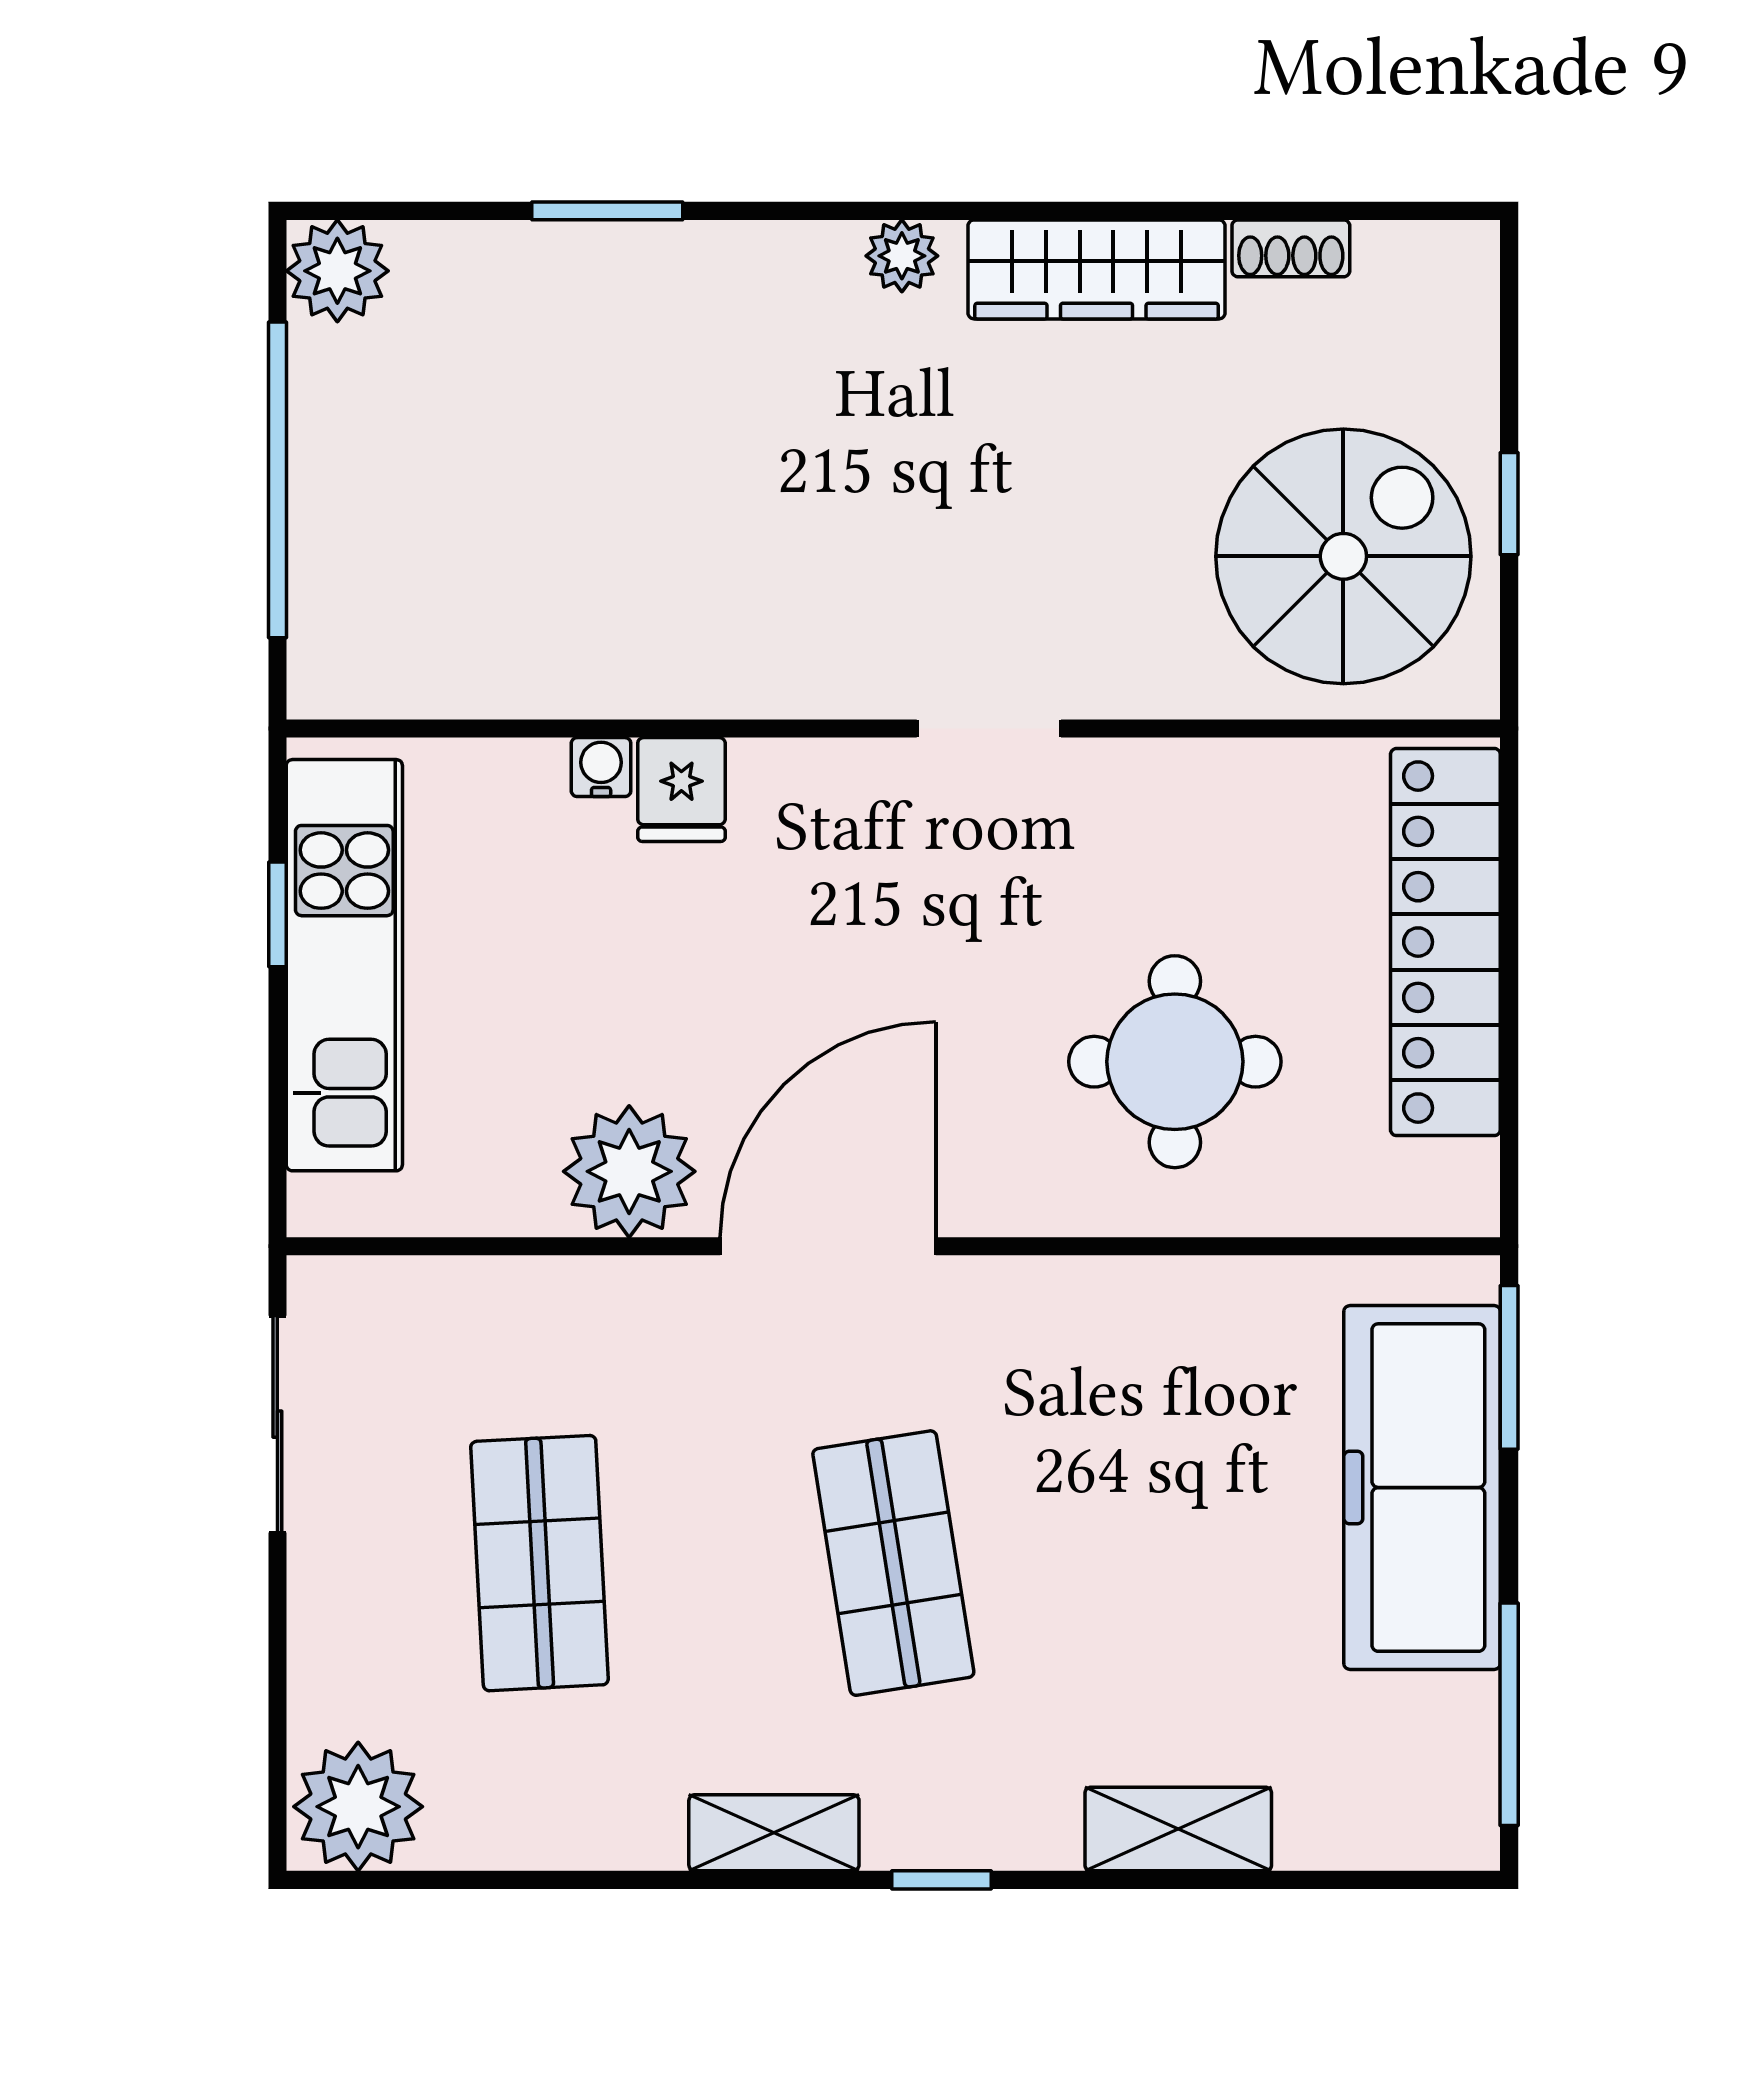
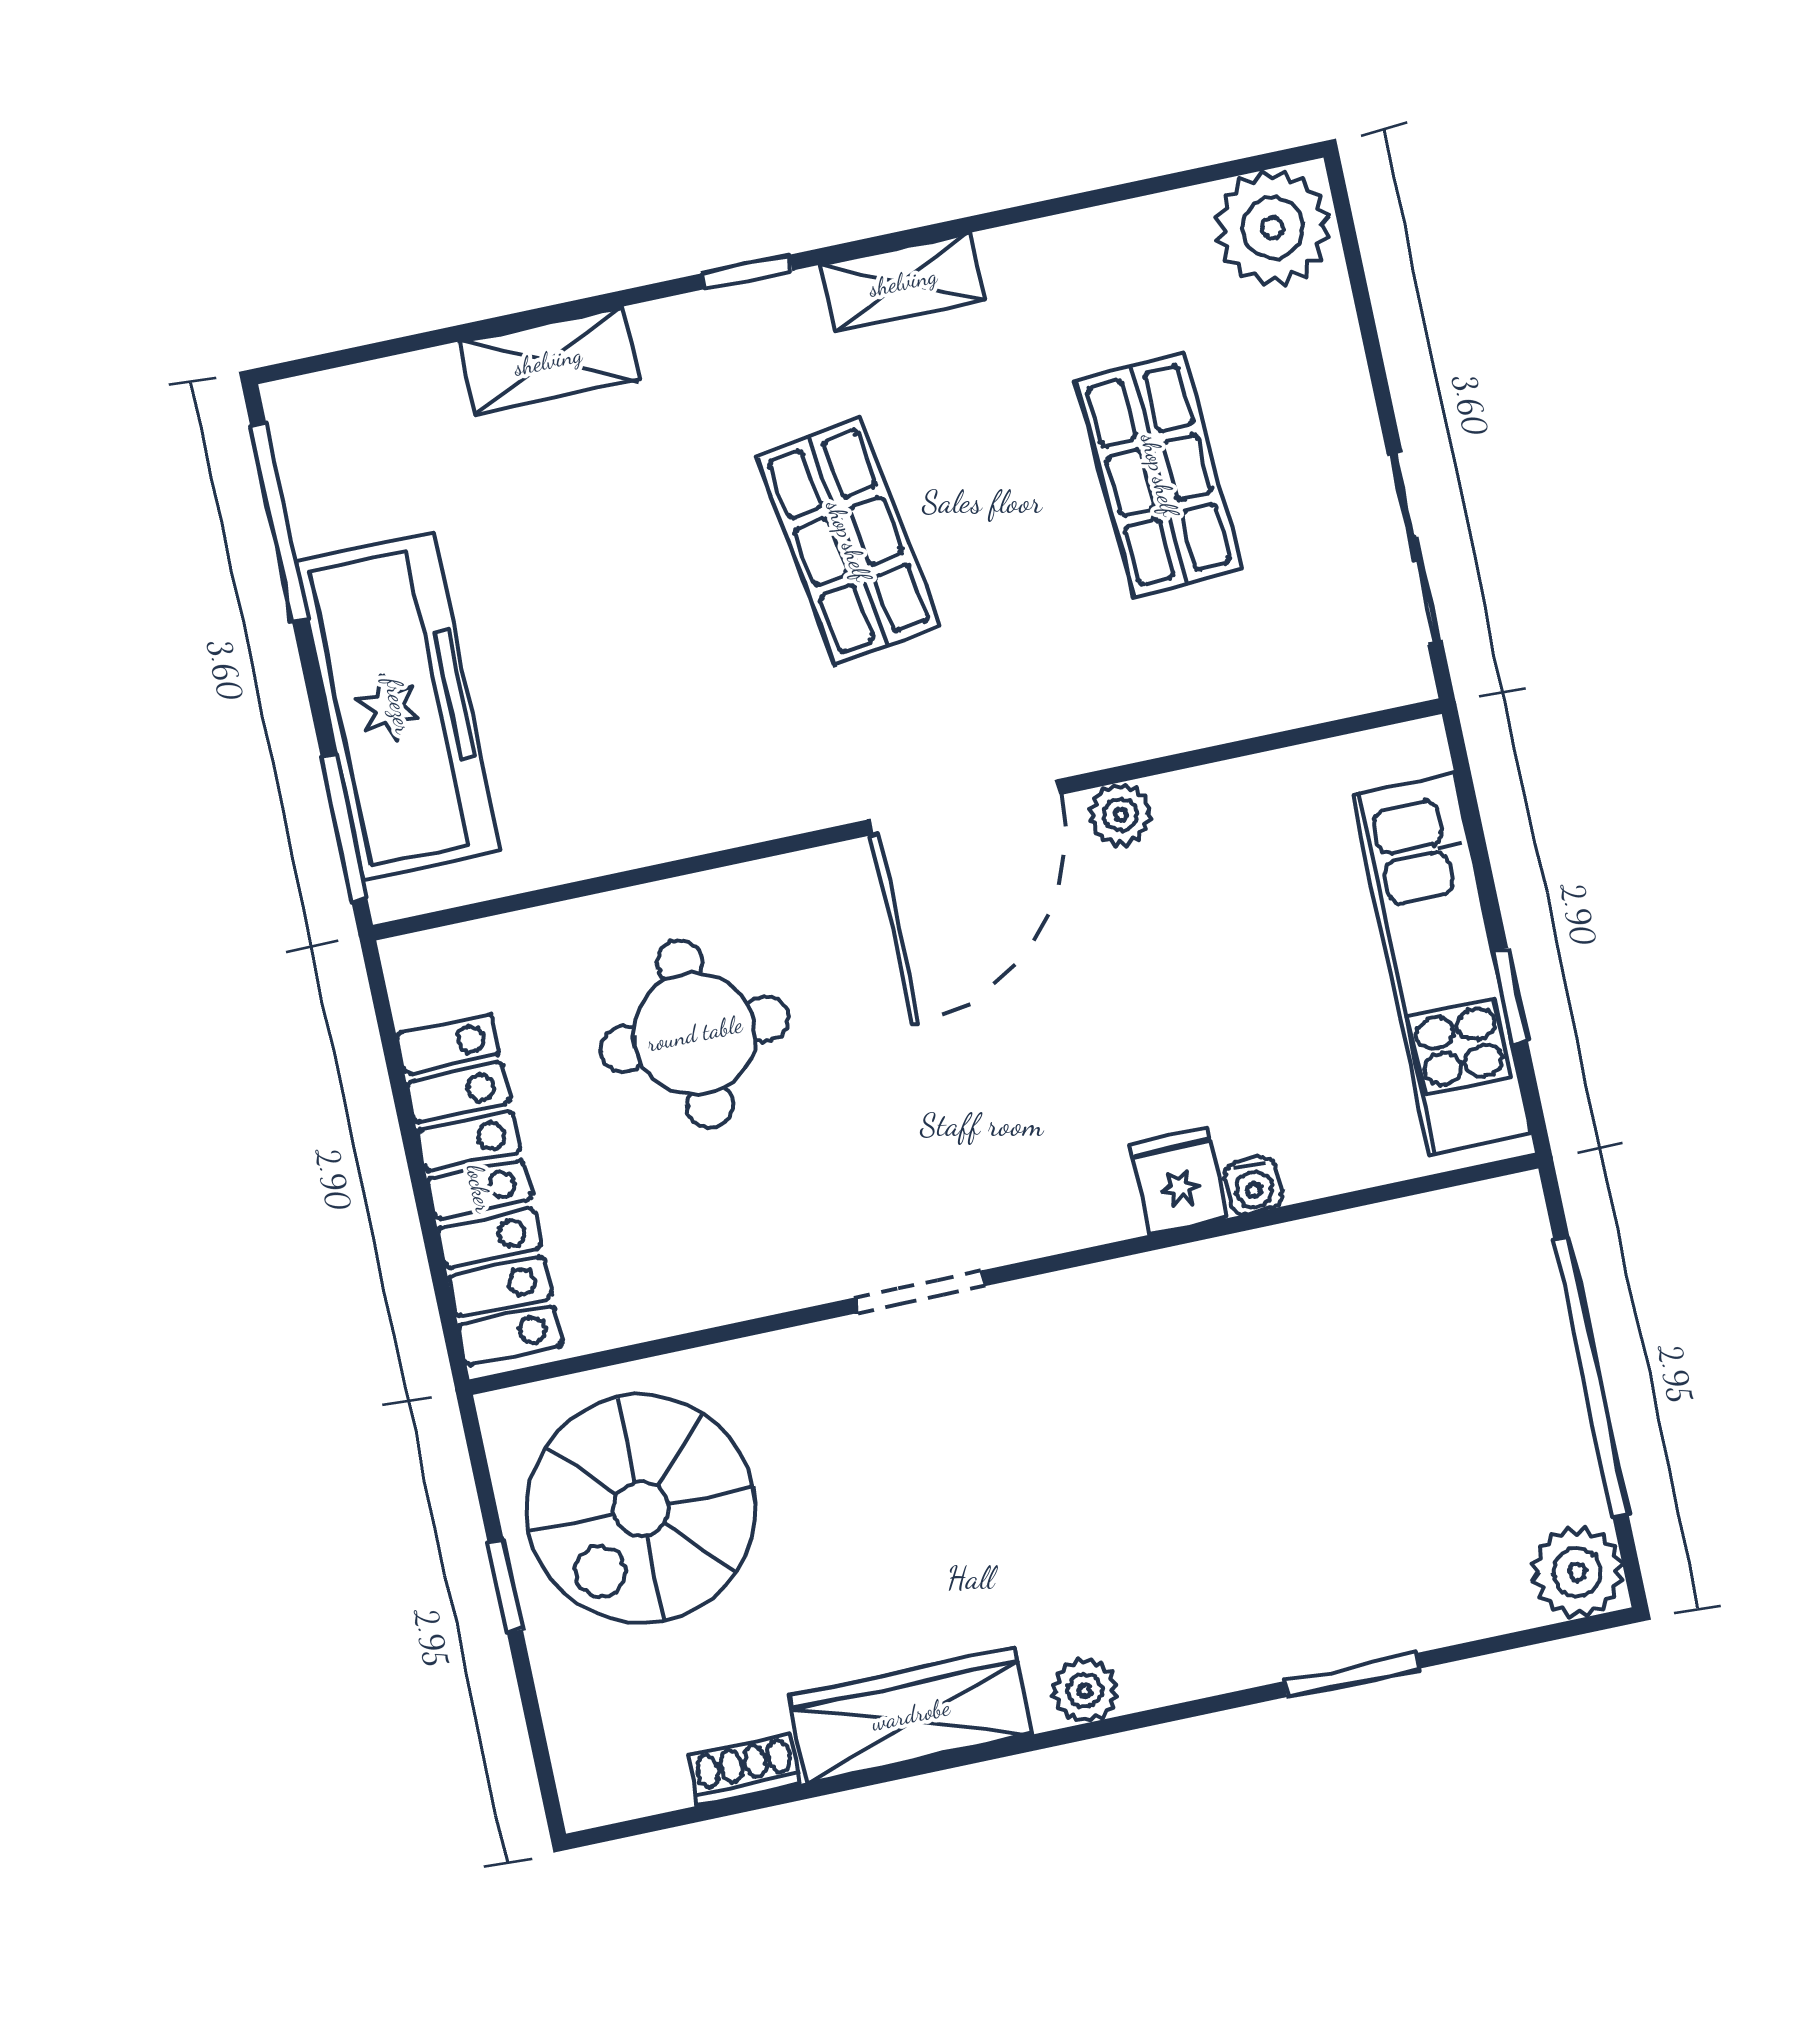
plant: (629, 1171) -> (1120, 814), width x0.53, depth x0.53

